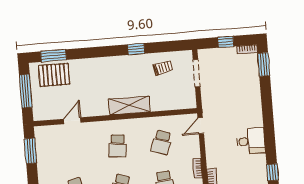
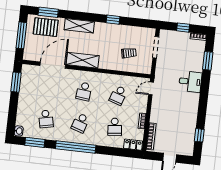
window: (264, 64) -> (208, 61), moved
shelving: (96, 65) -> (79, 26), added
trolley: (163, 68) -> (129, 53), moved
shelving: (129, 105) -> (83, 60), moved
door: (72, 121) -> (53, 65), width x1.88
desk: (251, 141) -> (190, 82), moved

